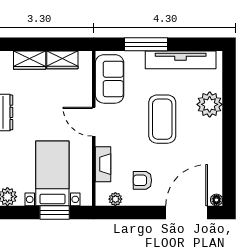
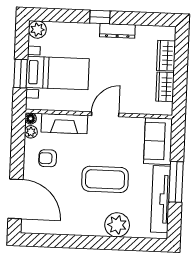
window: (146, 44) -> (176, 182), moved
sofa: (110, 79) -> (158, 141), moved, turned 90
fireplace: (103, 164) -> (64, 124), width x1.37, depth x1.32
armchair: (142, 180) -> (48, 158), turned -90
floor lamp: (216, 200) -> (31, 119), moved

